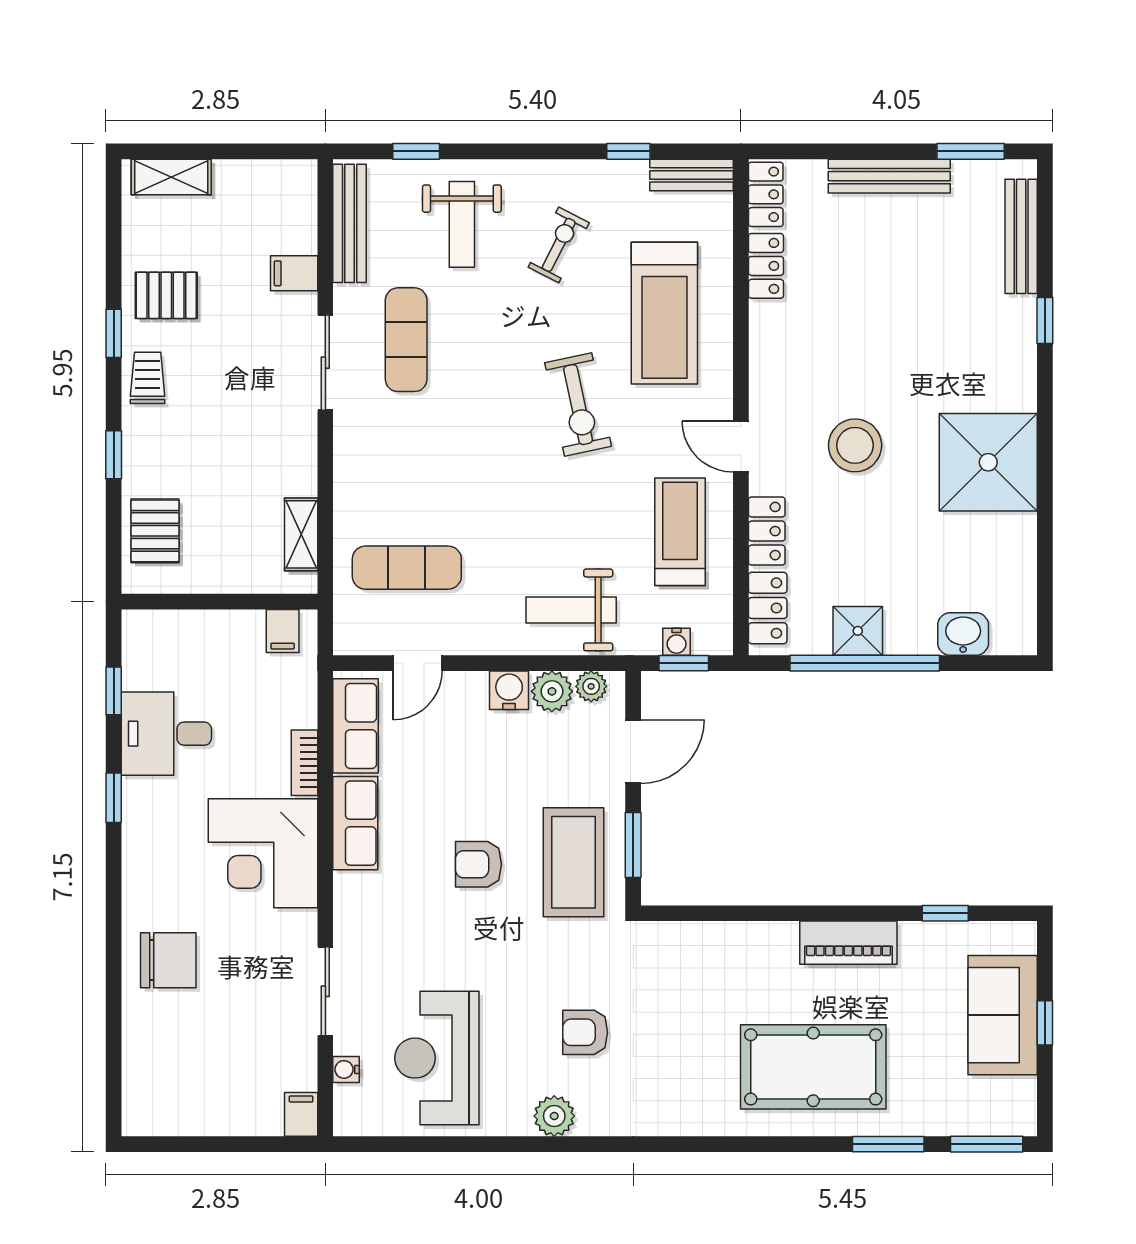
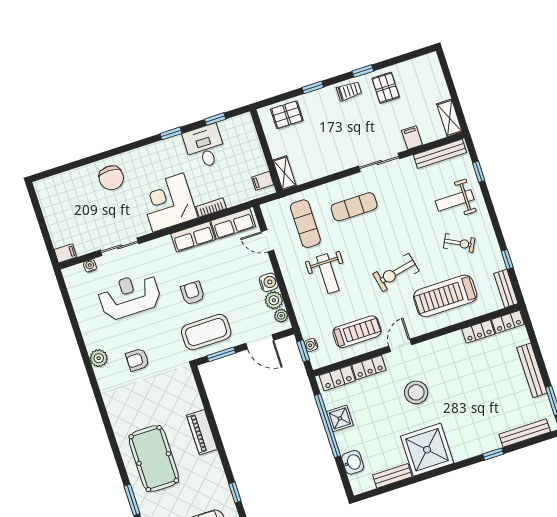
shelving: (171, 177) -> (449, 118), moved
exercise mat: (406, 340) -> (354, 207), moved
shelving: (301, 534) -> (285, 173), moved, turned 90
bench: (1021, 557) -> (392, 476), added
weight bench: (571, 610) -> (328, 274), moved, turned 180
piano: (848, 943) -> (202, 432), moved
armchair: (585, 1032) -> (137, 360), turned -90
reception desk: (437, 1058) -> (129, 296), moved

